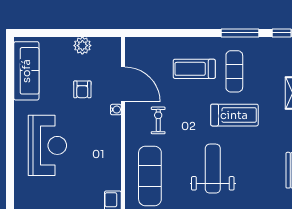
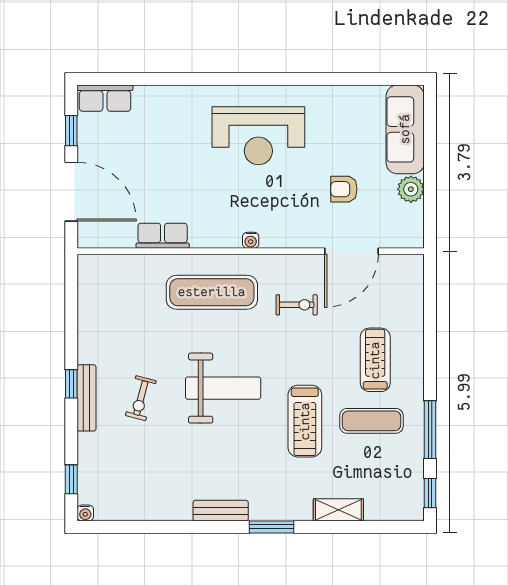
sofa: (26, 71) -> (405, 129), moved, turned 90
water cooler: (116, 110) -> (251, 240), moved

